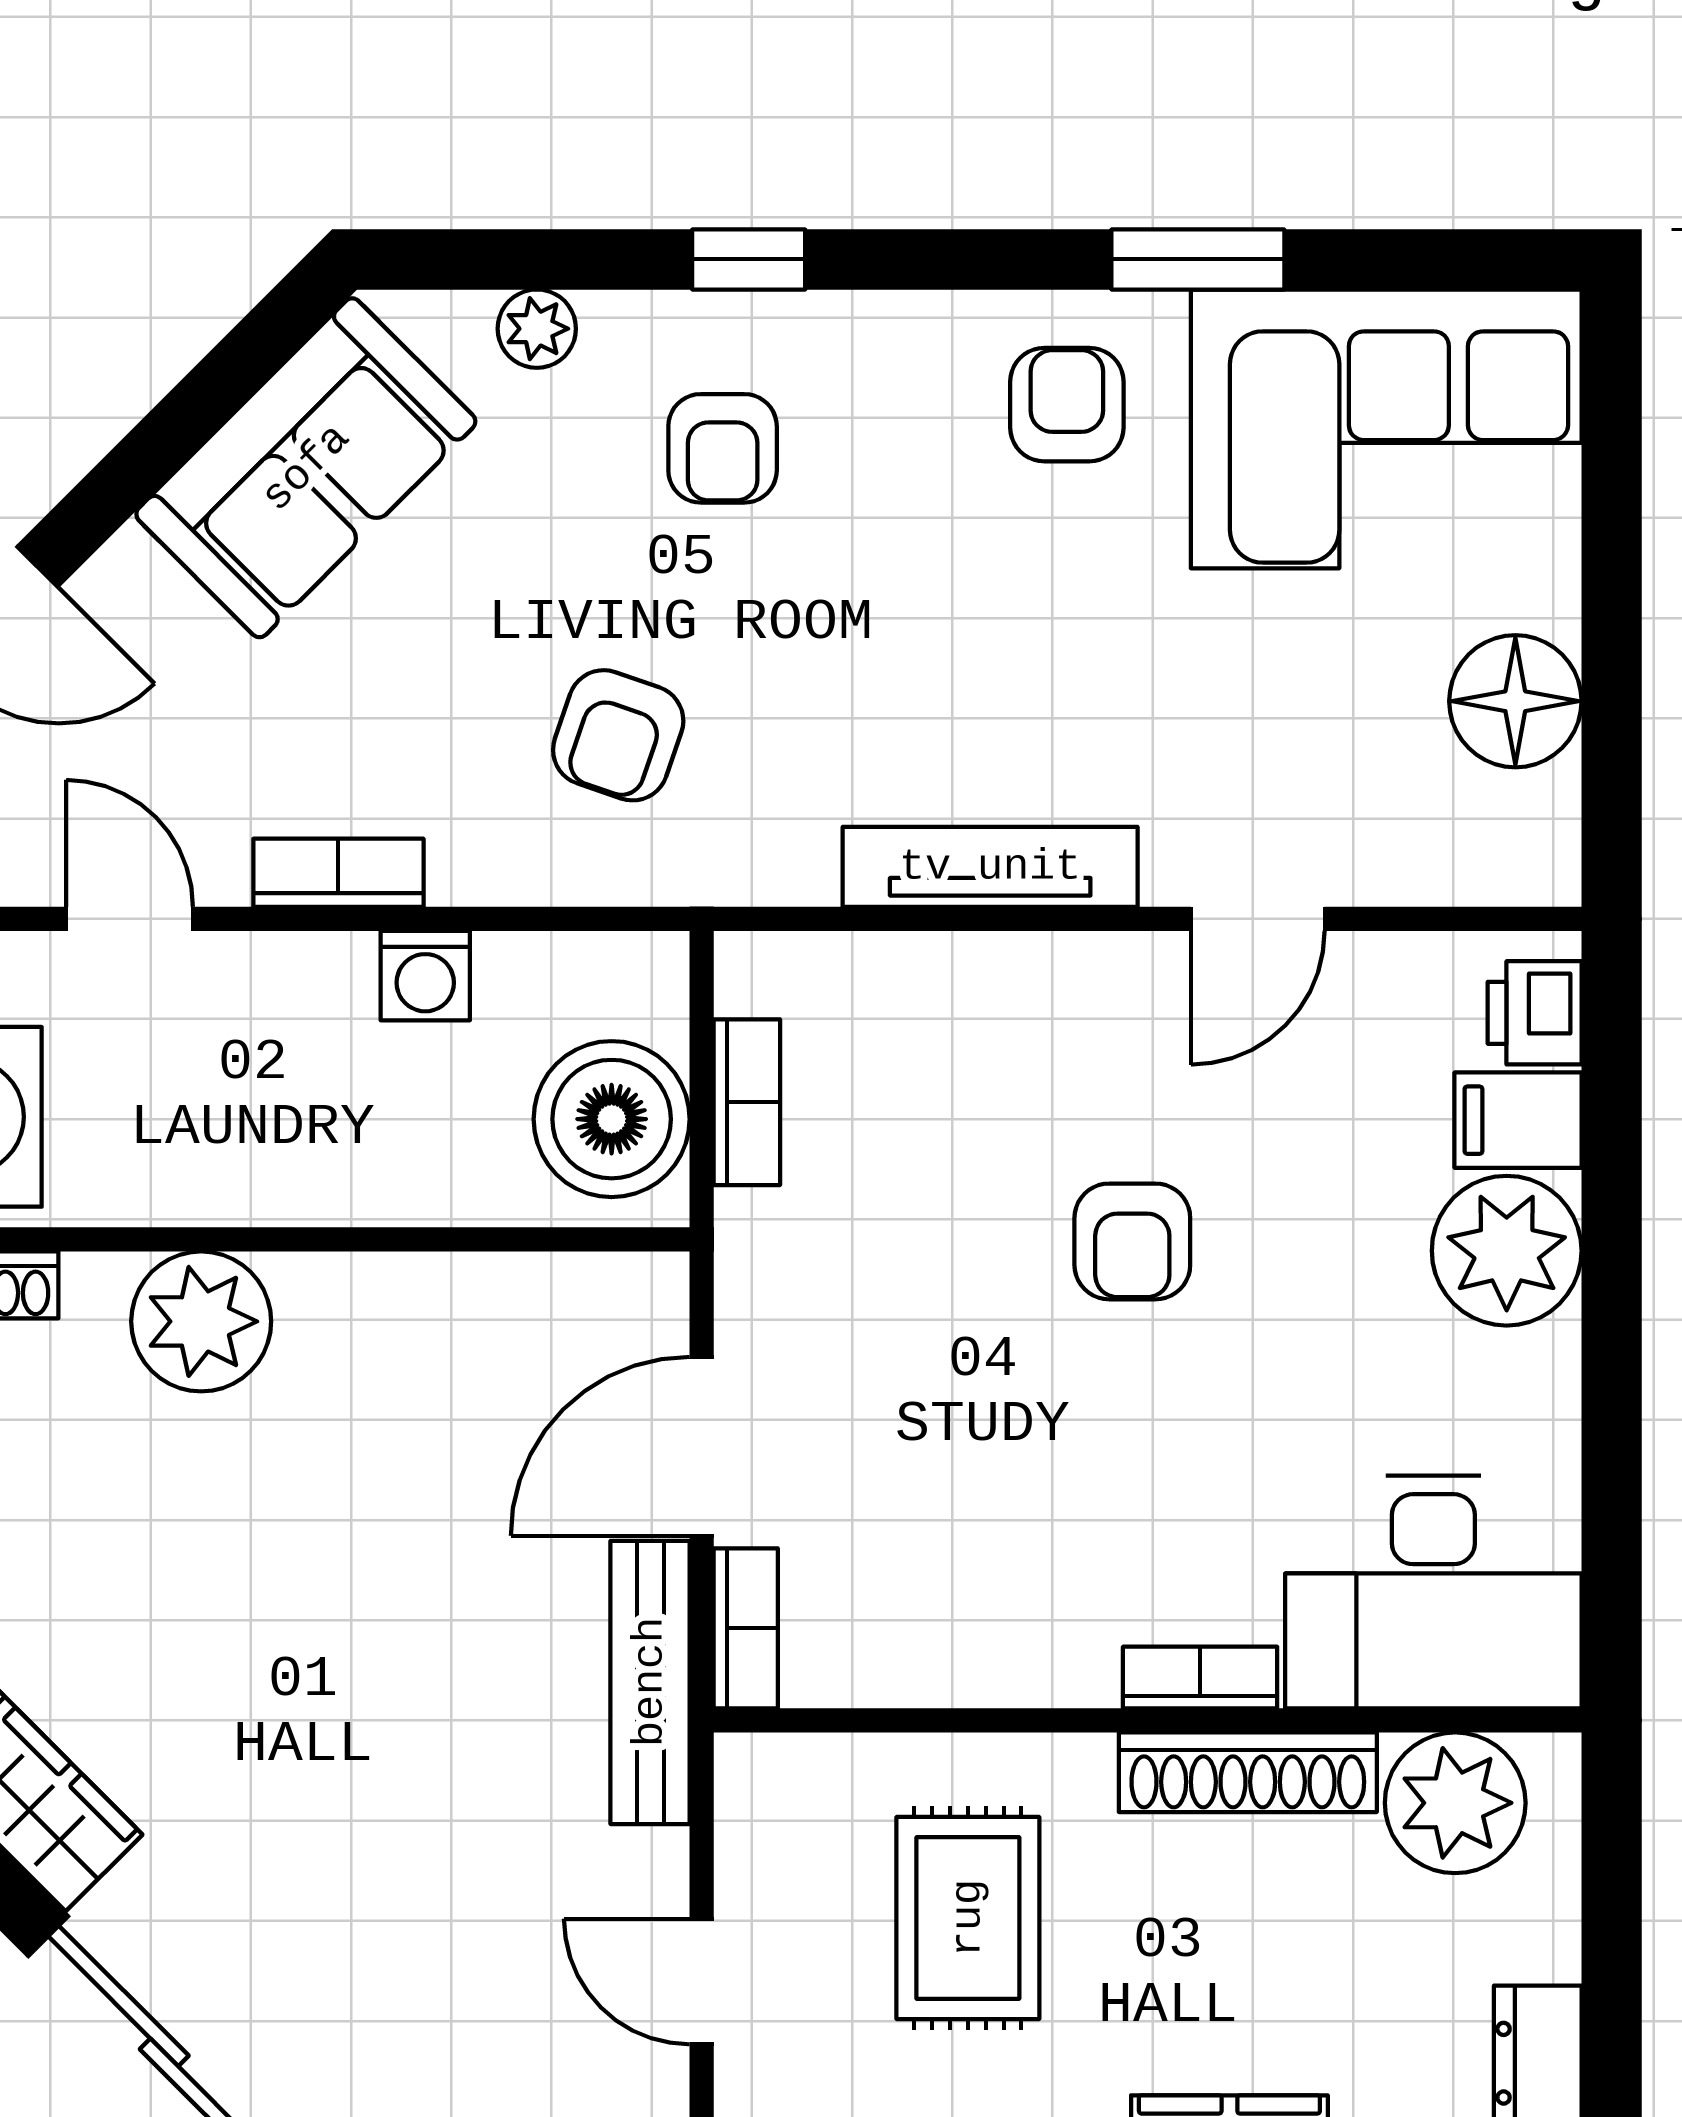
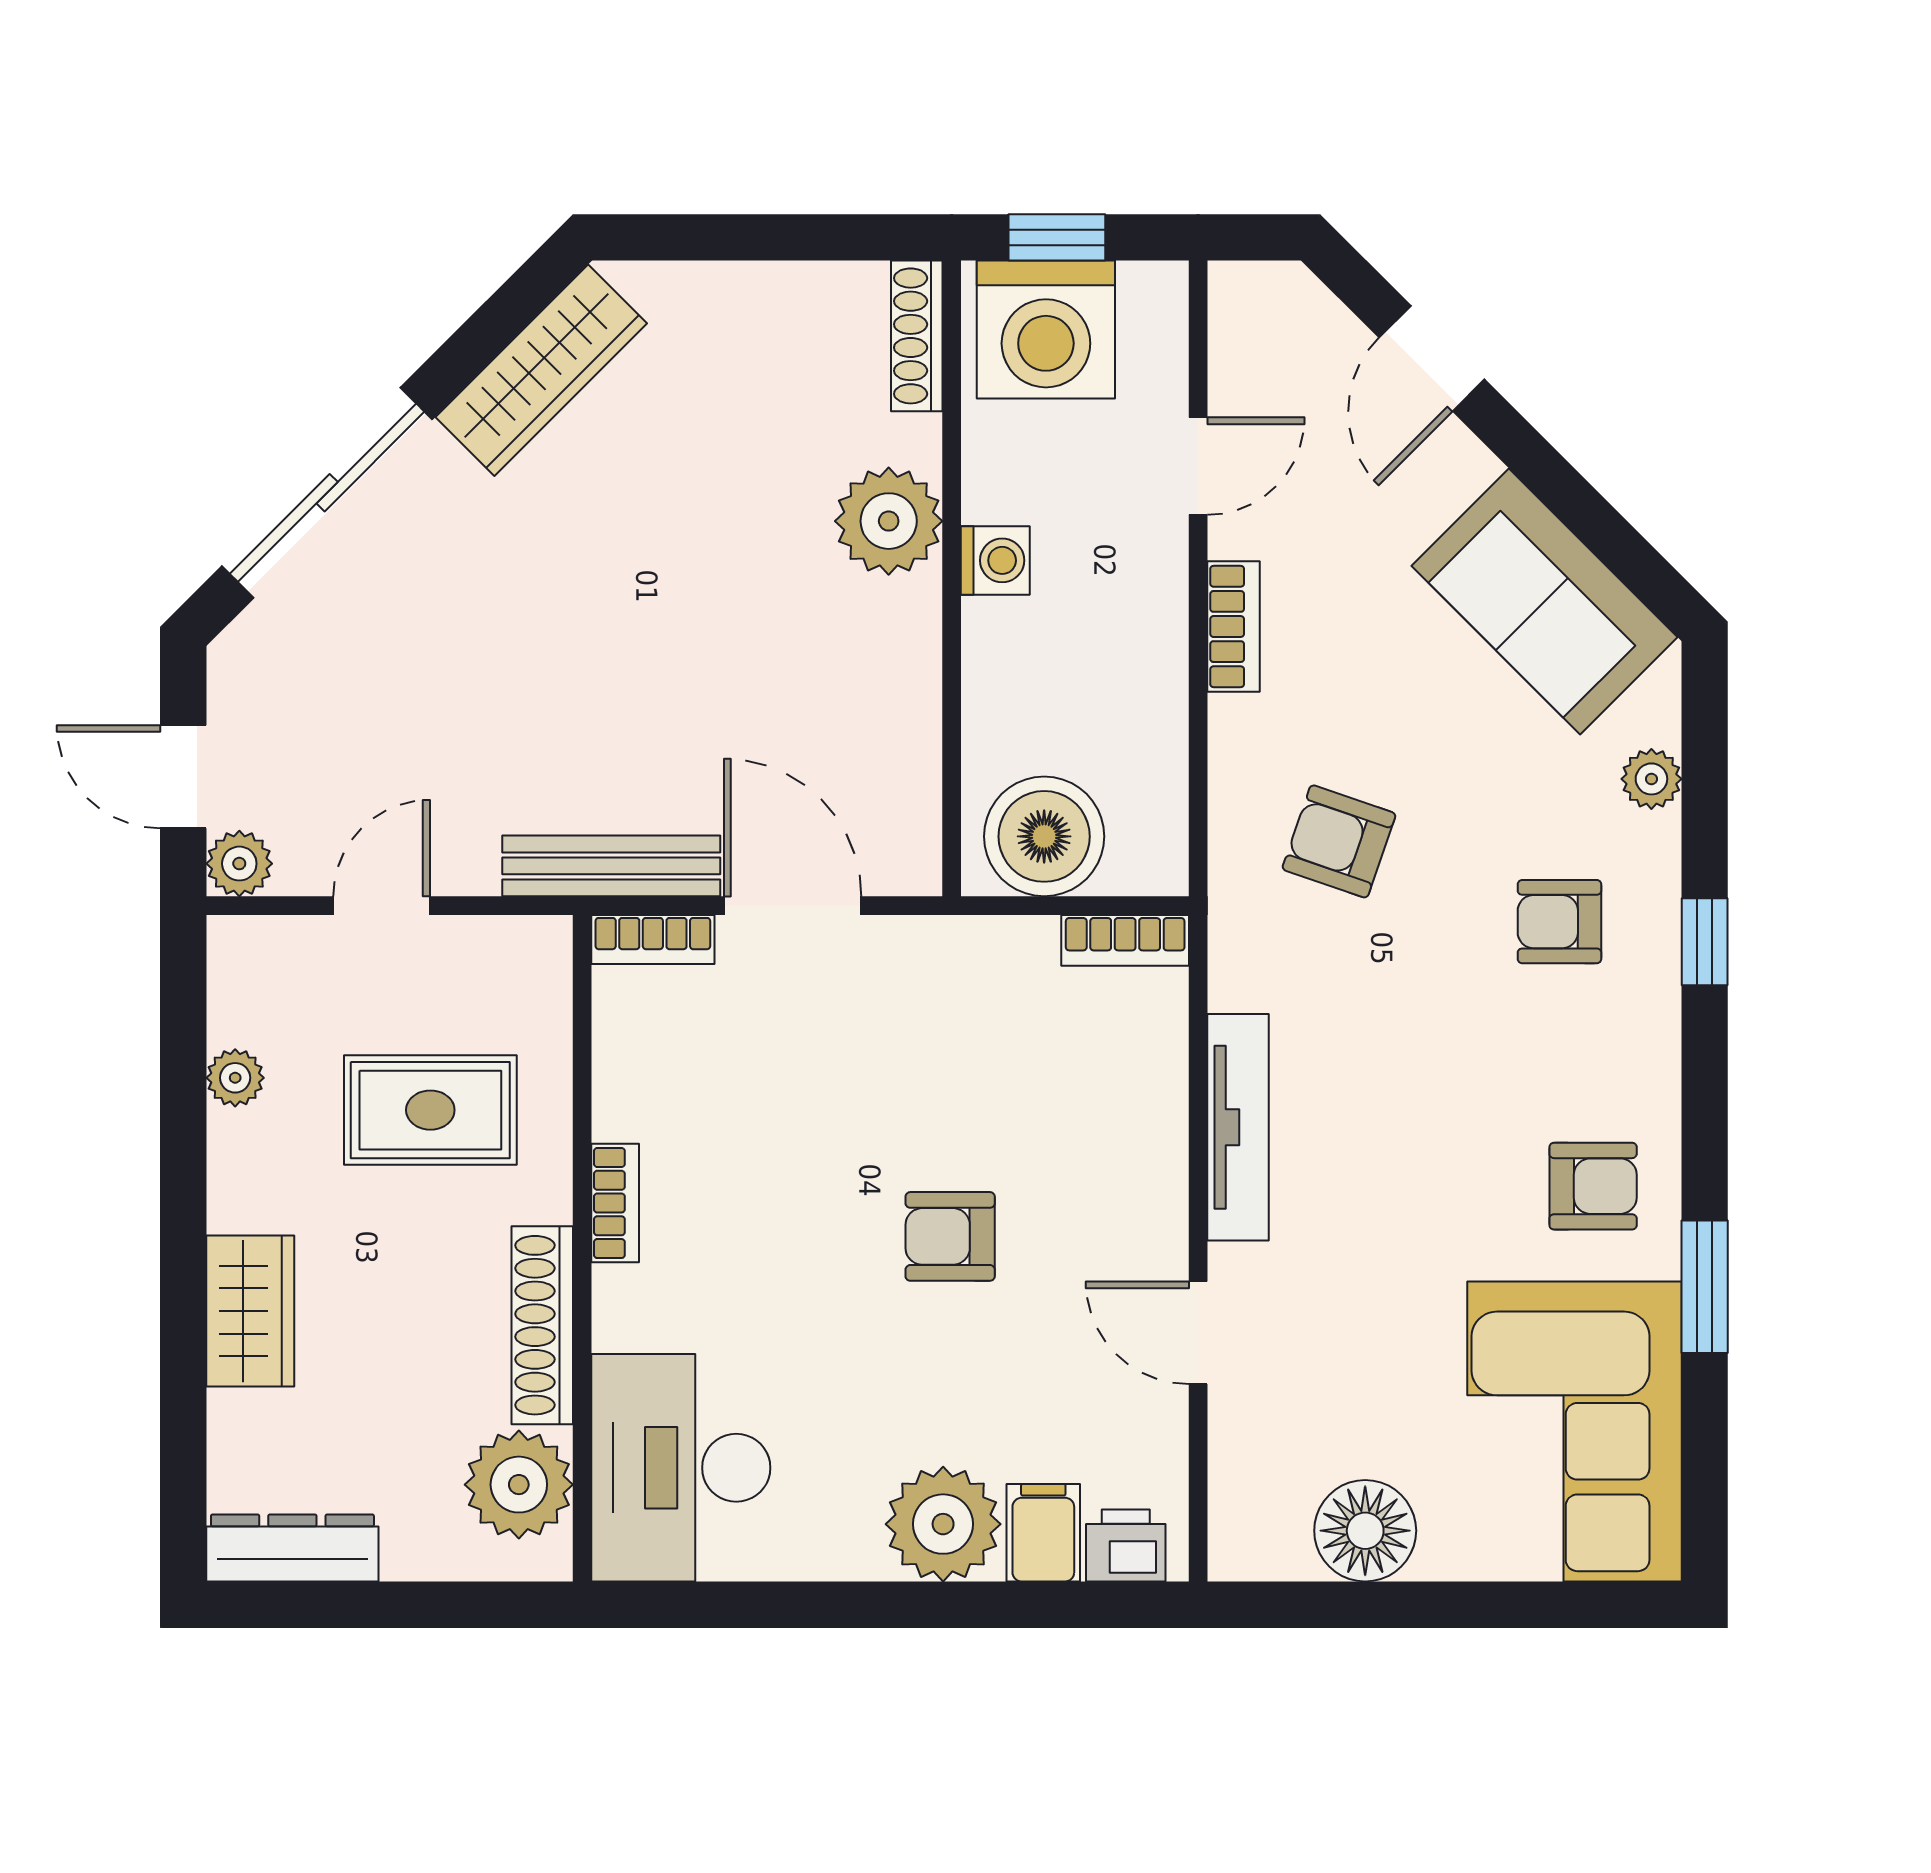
washing machine: (425, 976) -> (995, 560), moved, turned 180
bookcase: (747, 1102) -> (1125, 940), moved
bookcase: (1200, 1678) -> (615, 1203), moved

